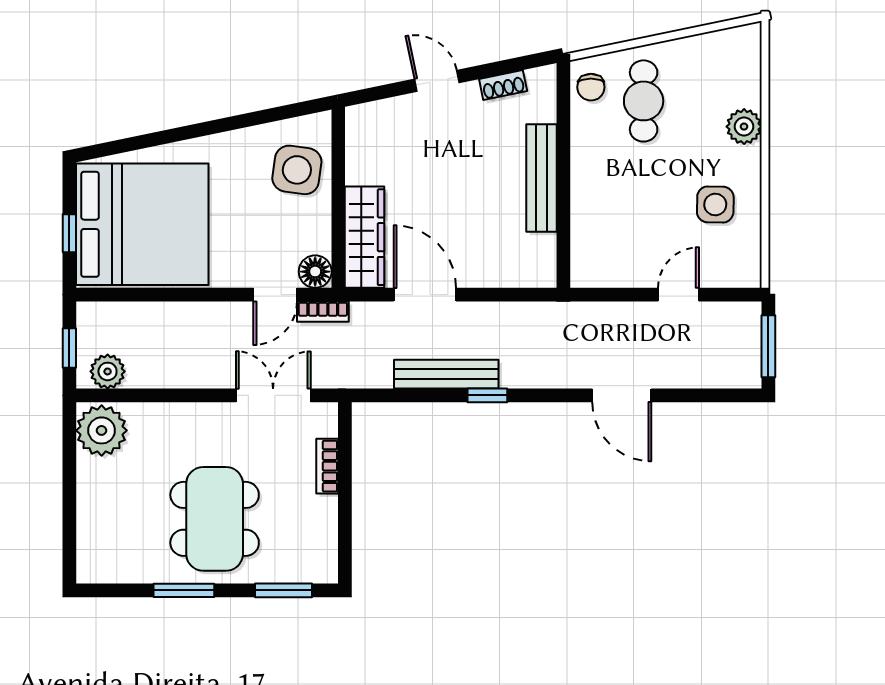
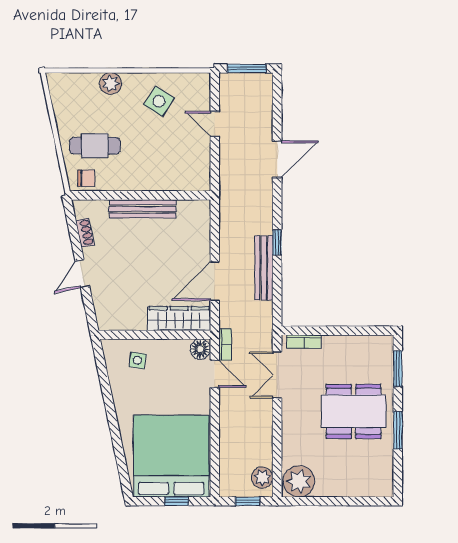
side table: (297, 170) -> (137, 360), width x0.54, depth x0.54
side table: (715, 204) -> (159, 101), turned 32
bookcase: (327, 466) -> (304, 342), moved

